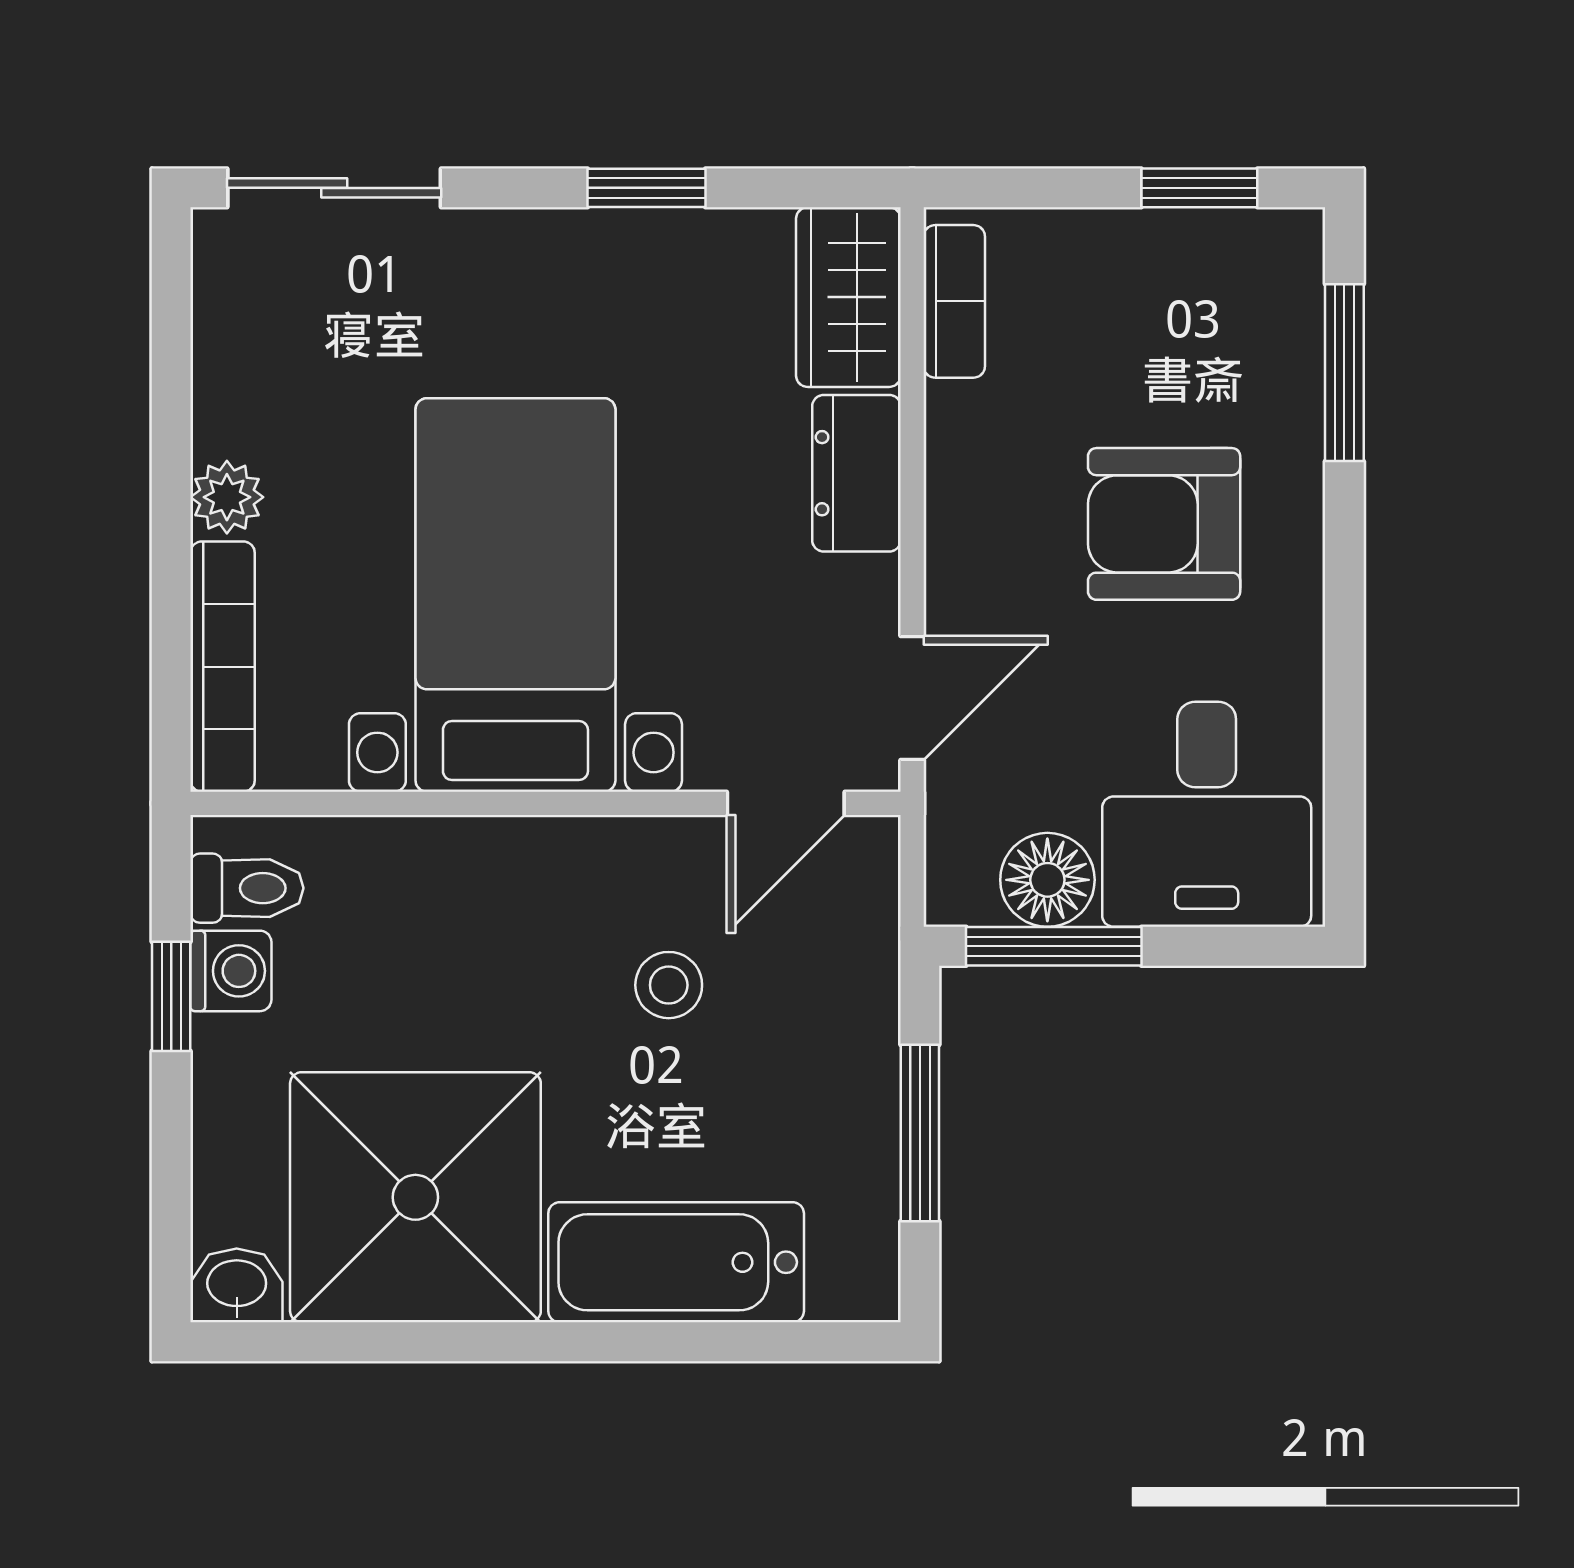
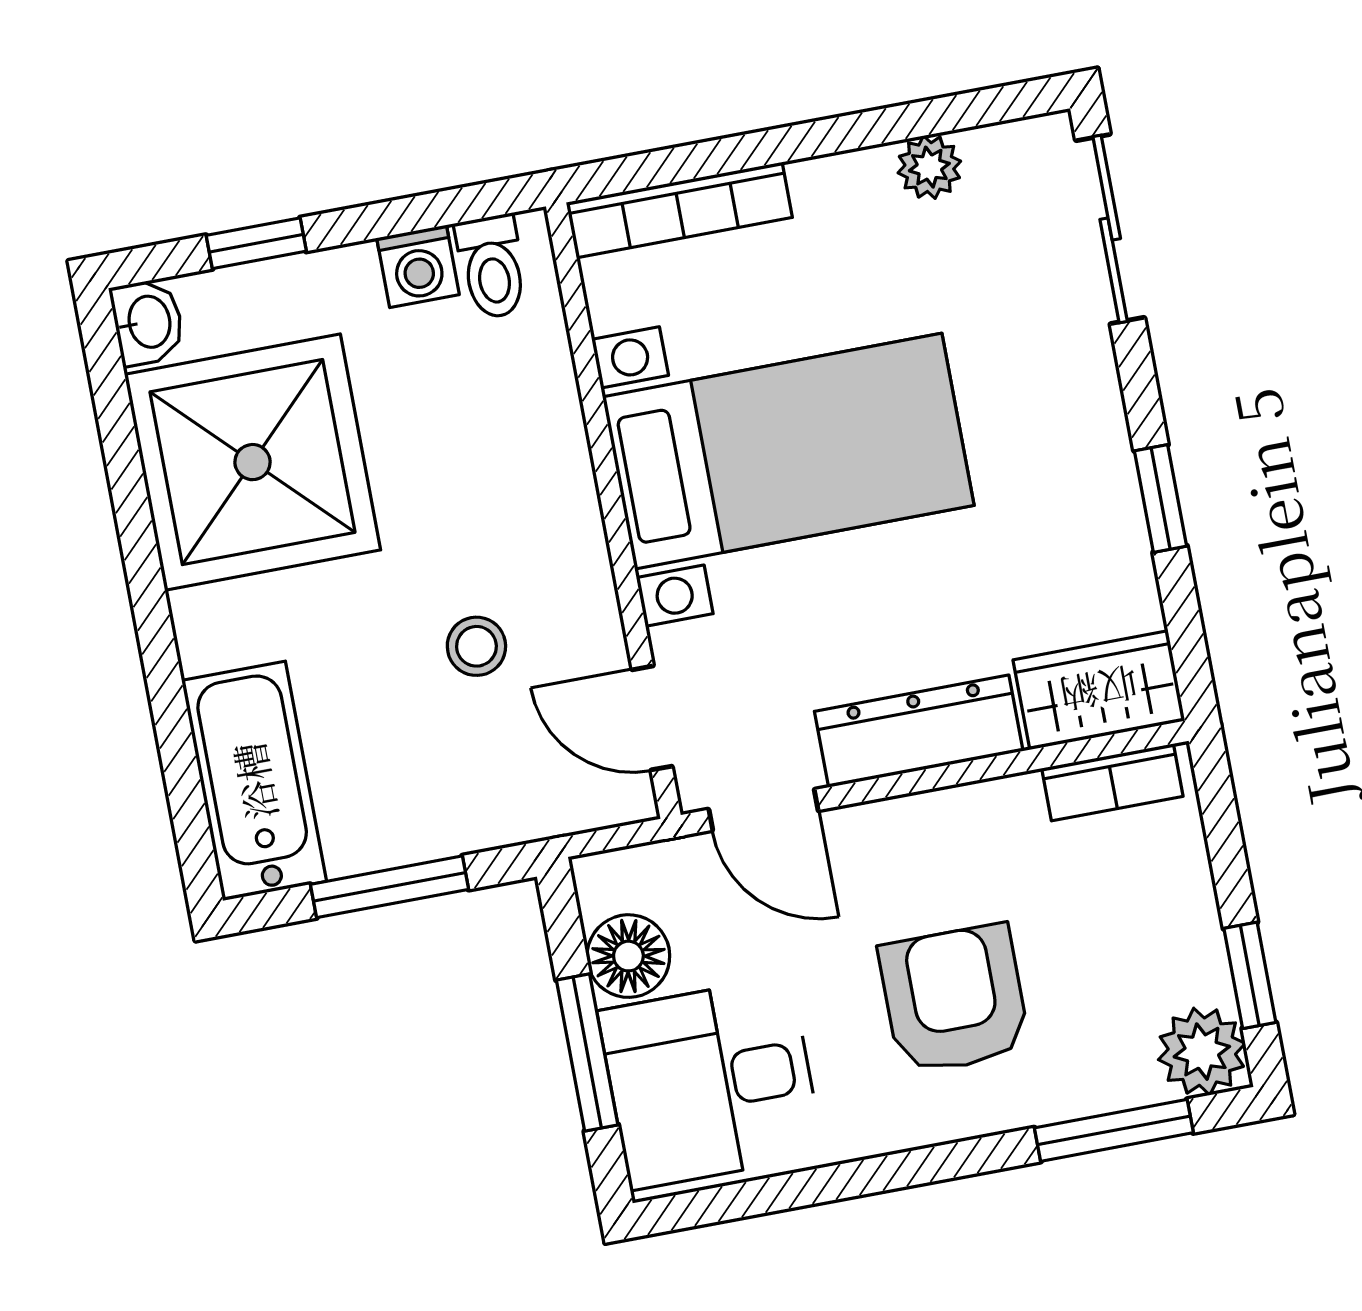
plant: (1275, 258) -> (1202, 1052), added
dresser: (856, 473) -> (919, 731), width x1.44
plant: (227, 497) -> (929, 167), moved
window: (1054, 946) -> (587, 1052), moved
window: (171, 996) -> (256, 243), moved
bathtub: (676, 1262) -> (254, 781), moved

